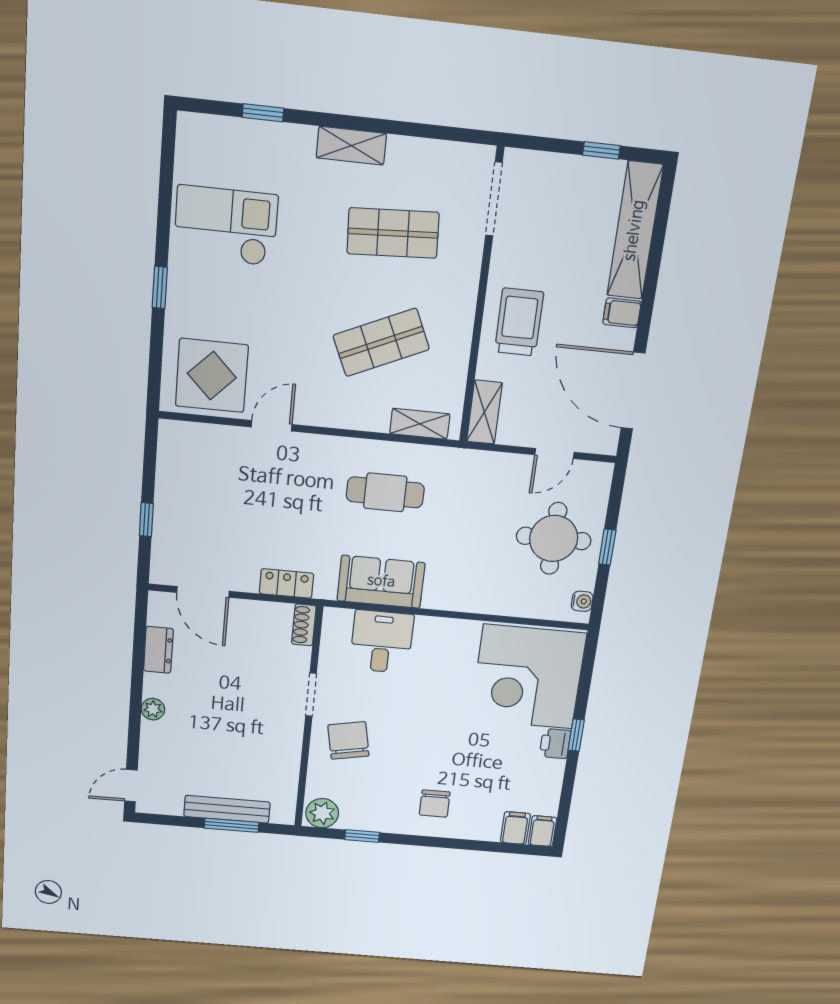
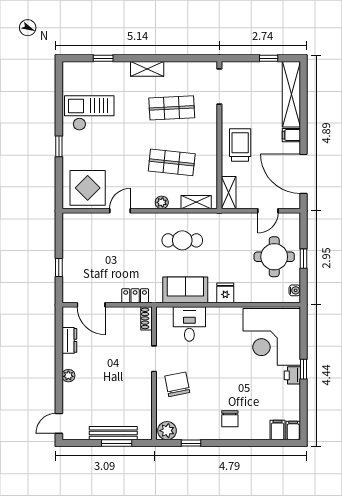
shop shelf: (381, 342) -> (172, 162), turned 30
plant: (354, 418) -> (162, 202), added
fridge: (454, 594) -> (225, 293), added

